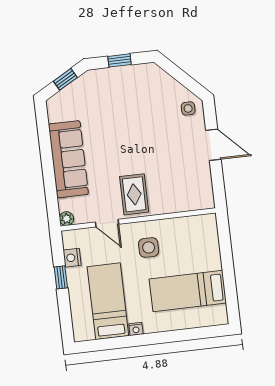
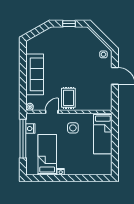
window: (65, 79) -> (38, 30), removed
door: (107, 223) -> (52, 112), swing flipped
window: (61, 277) -> (23, 139), width x3.17
bed: (188, 291) -> (103, 133), moved, turned -90

